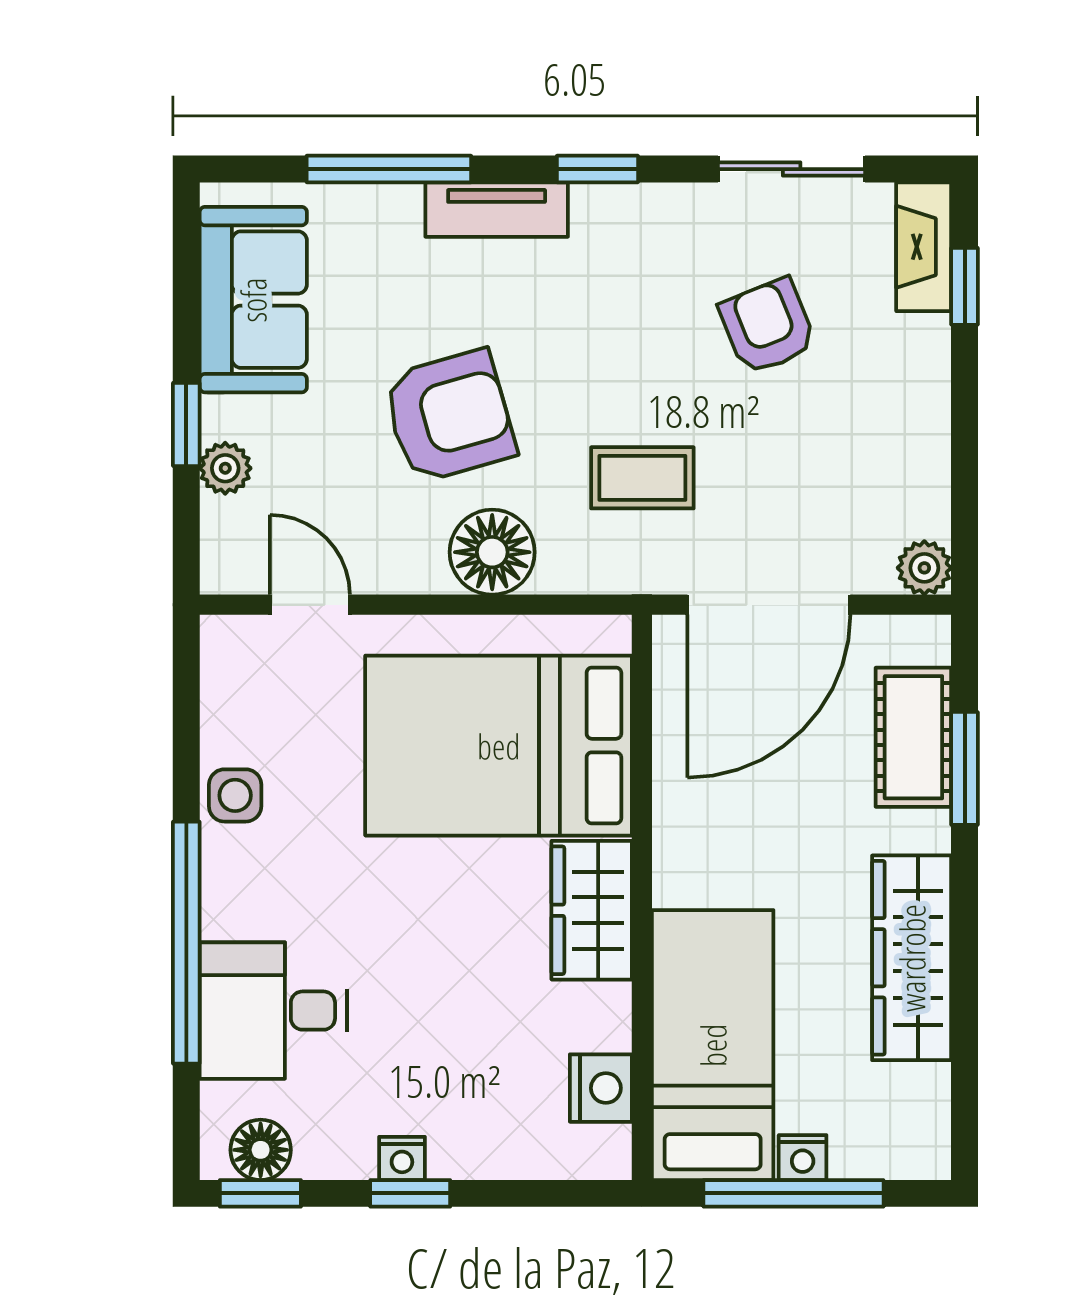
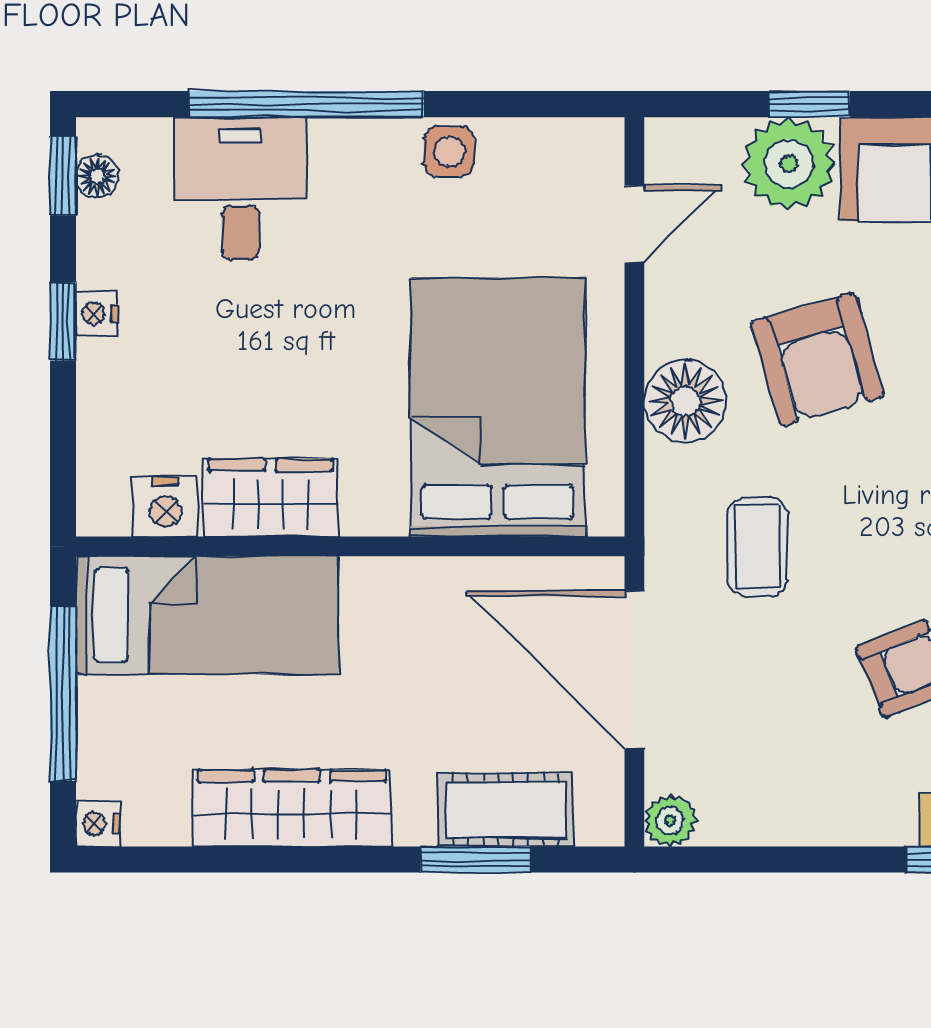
plant: (225, 468) -> (789, 164), width x1.88, depth x1.88
wardrobe: (592, 910) -> (270, 498), moved
floor lamp: (261, 1150) -> (97, 176), width x0.73, depth x0.73
nightstand: (803, 1158) -> (98, 824), moved

